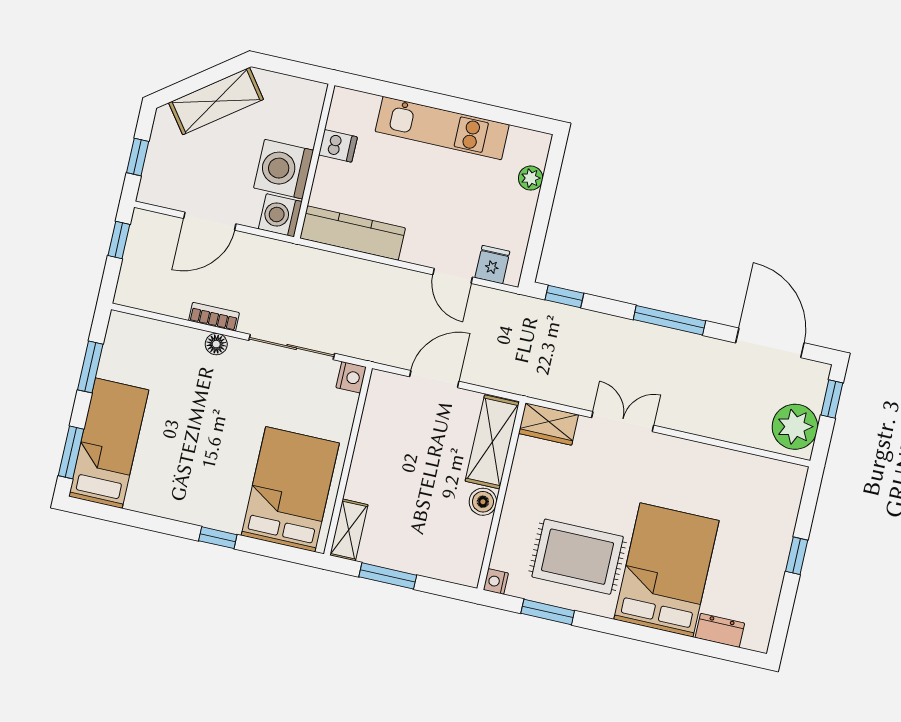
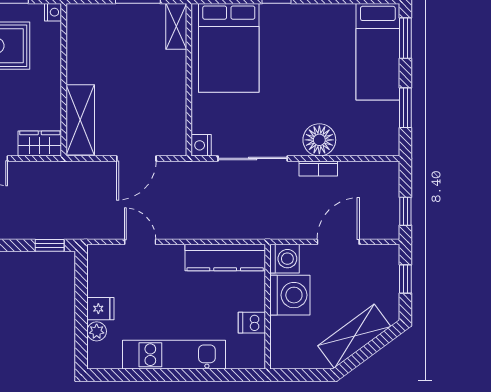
fridge: (492, 265) -> (100, 309), moved, turned -90
floor lamp: (216, 344) -> (319, 140), width x1.89, depth x1.89
boiler: (483, 502) -> (77, 72), removed

